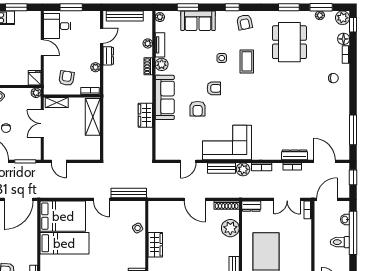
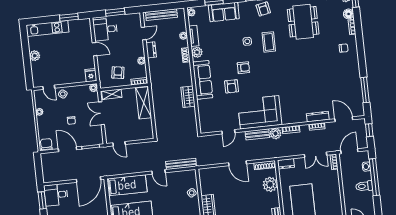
bed: (63, 216) -> (127, 185), width x0.67

